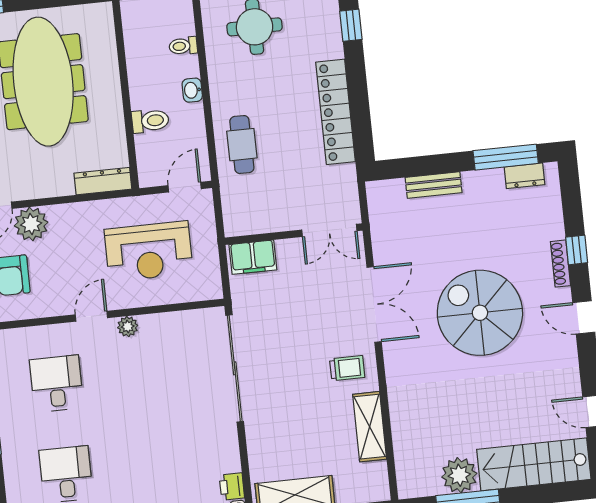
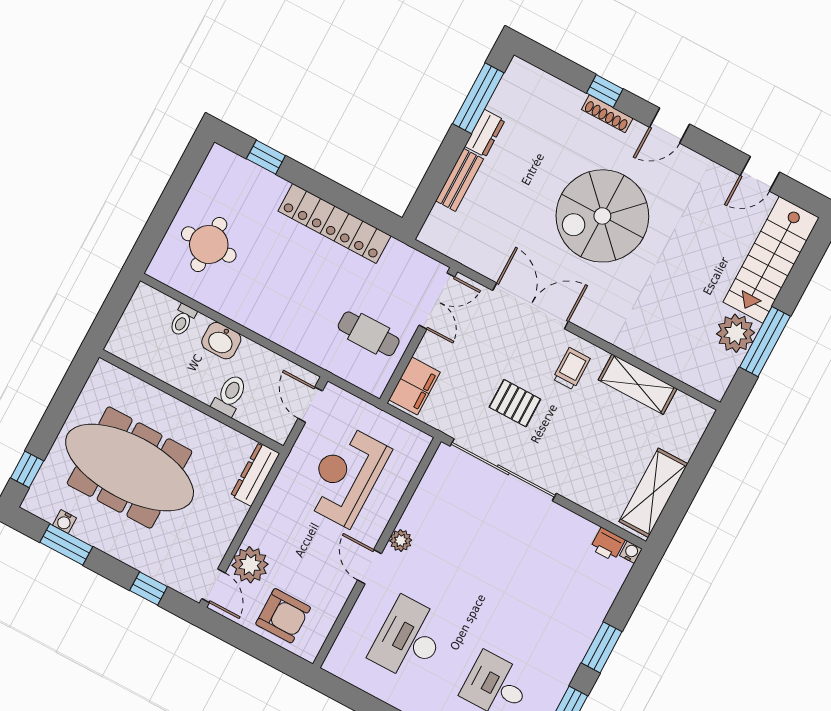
washbasin: (192, 90) -> (221, 341), width x1.38, depth x1.45
cafe table: (242, 145) -> (369, 334), moved
dresser: (525, 176) -> (485, 133), moved
reception desk: (149, 251) -> (346, 476), turned 180
pallet: (292, 343) -> (515, 403), added
desk: (56, 384) -> (409, 639), width x1.37

